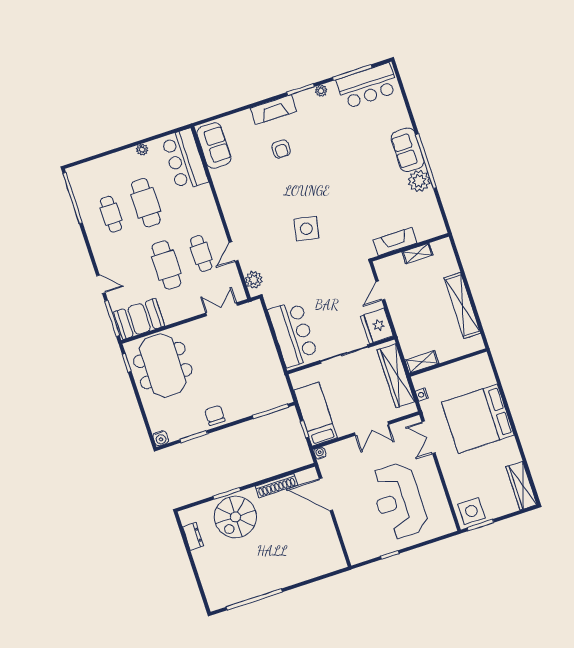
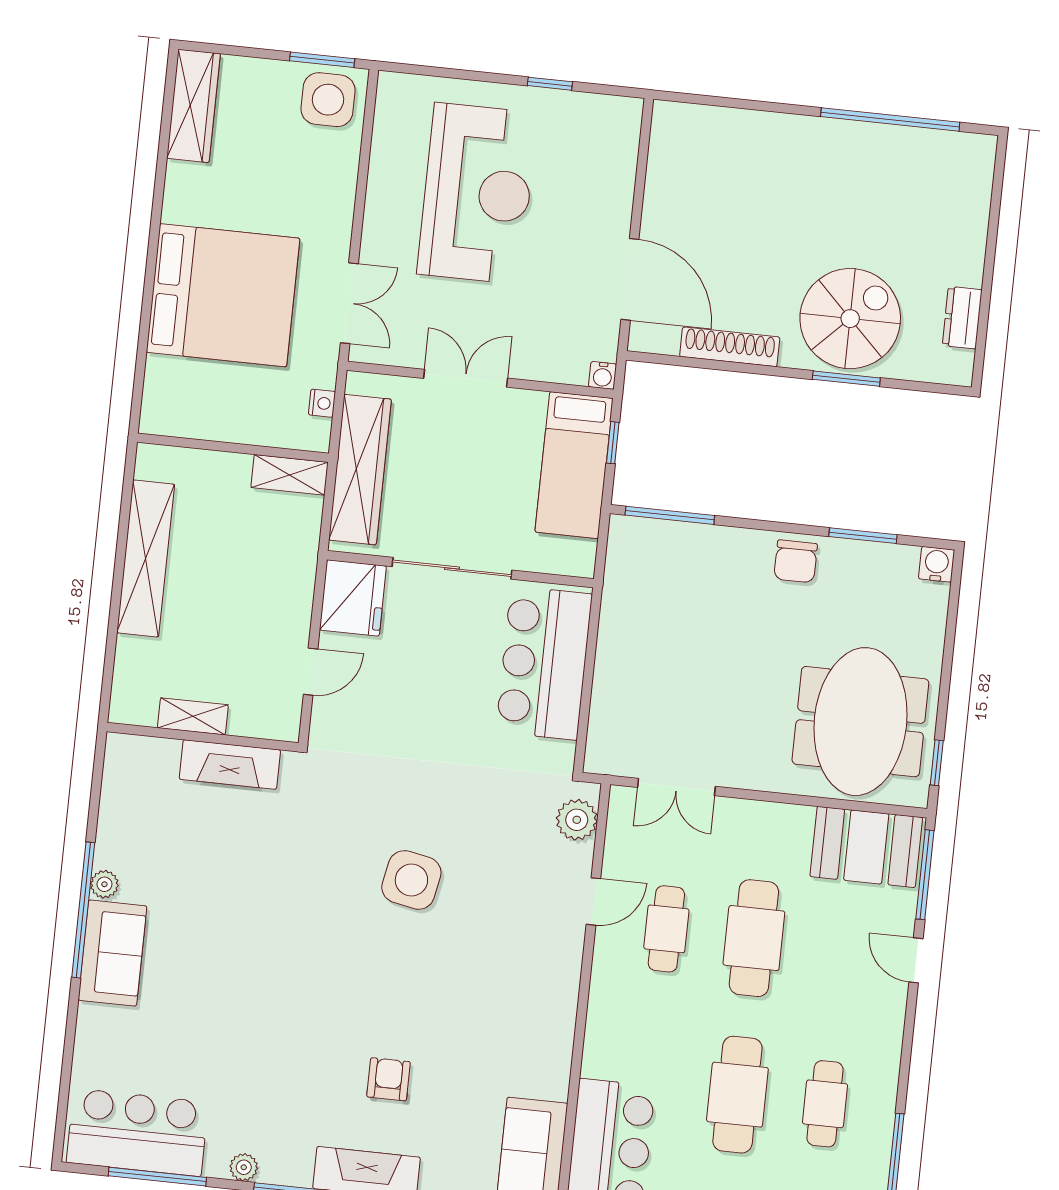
plant: (419, 181) -> (104, 884), width x0.53, depth x0.53

